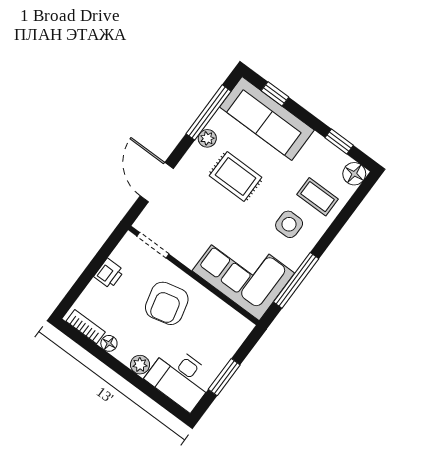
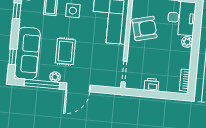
door: (157, 182) -> (78, 87), moved
armchair: (167, 303) -> (145, 28), moved
floor lamp: (109, 343) -> (186, 64), removed

